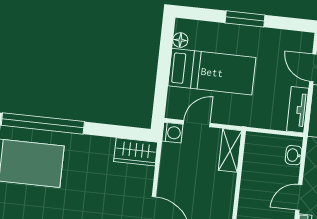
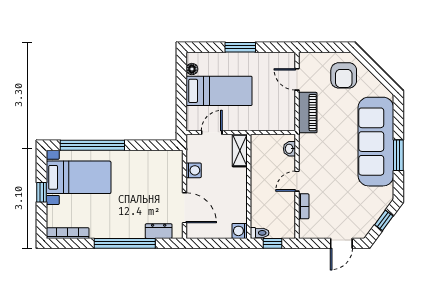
tv unit: (298, 110) -> (289, 113), removed
washing machine: (172, 133) -> (194, 170), moved
wardrobe: (136, 152) -> (167, 160), removed

